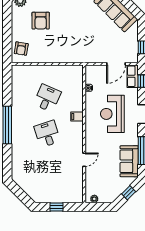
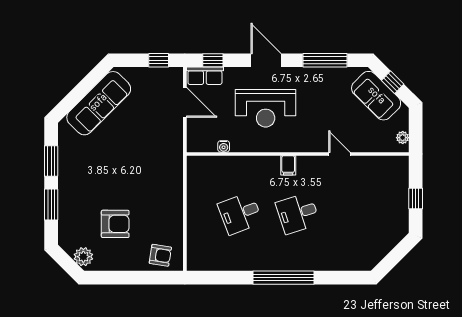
desk: (47, 98) -> (240, 213), turned -45
filing cabinet: (77, 117) -> (288, 165), moved
sofa: (129, 161) -> (376, 96), moved, turned 45

